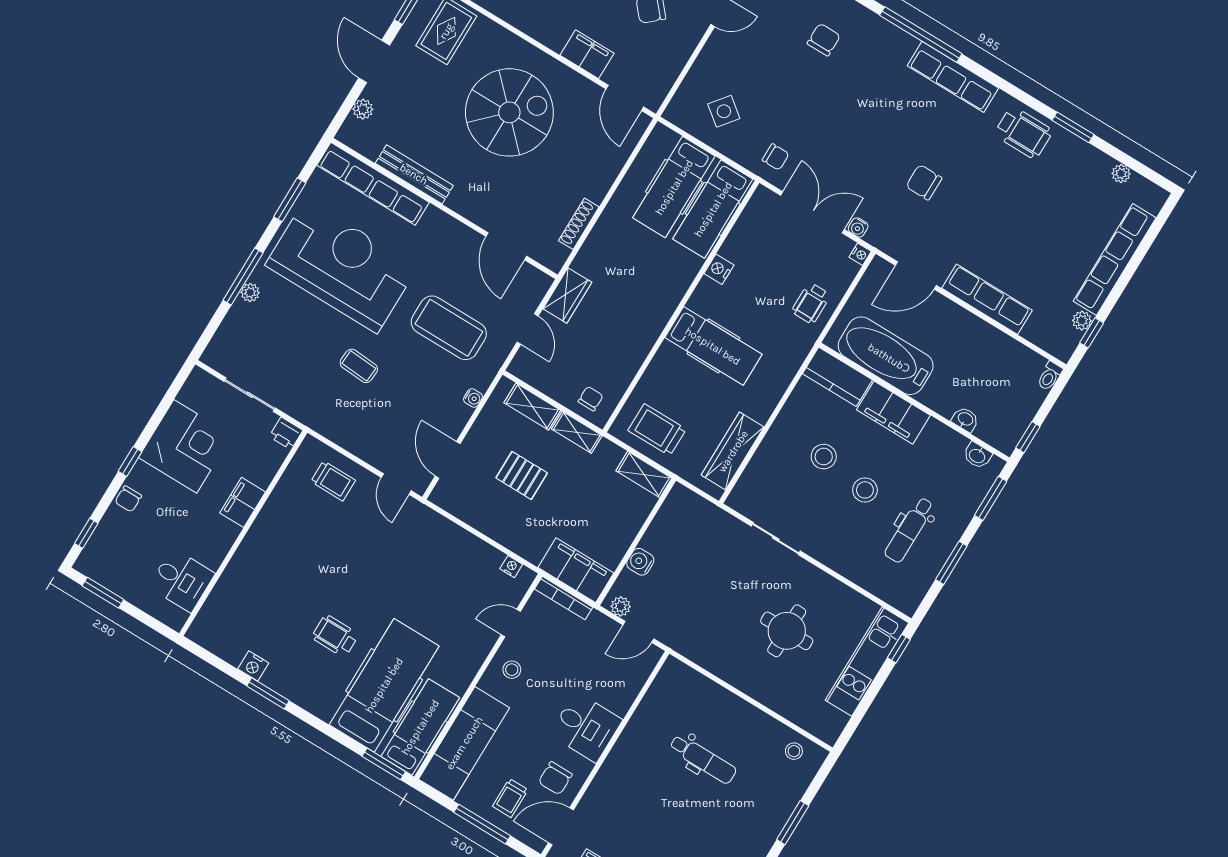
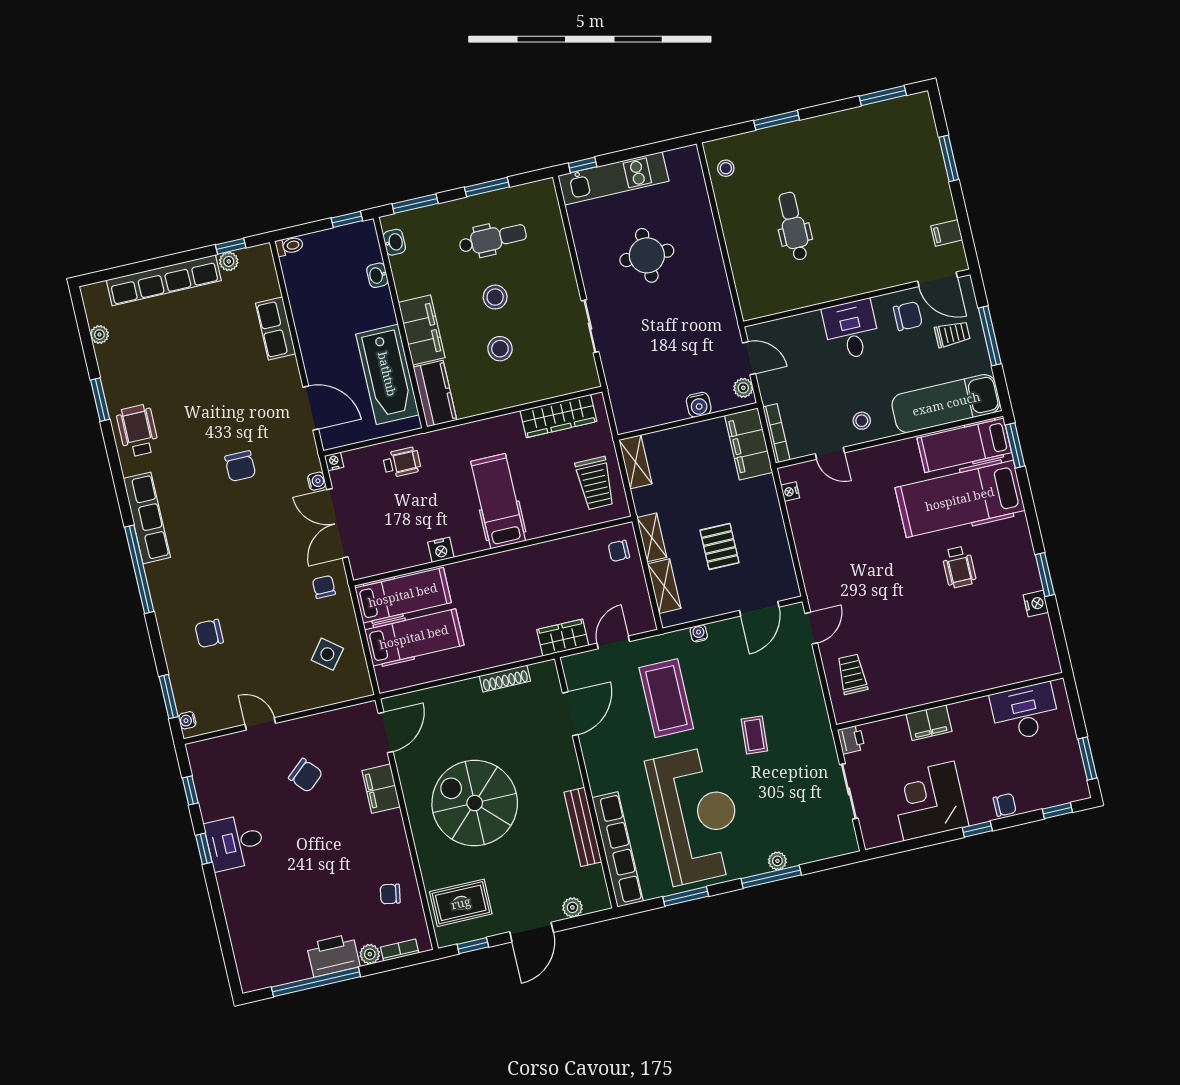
reception desk: (341, 266) -> (697, 815), turned 180
row of seats: (987, 299) -> (276, 329), width x0.68
desk: (182, 580) -> (1025, 712), width x1.37

